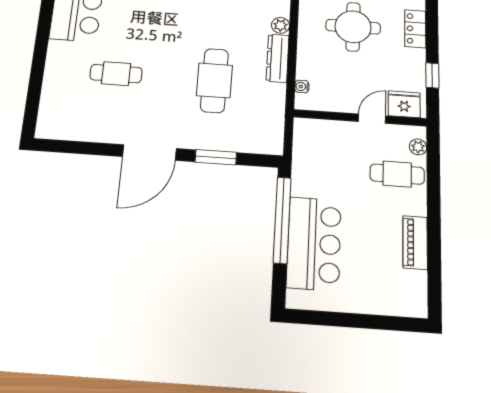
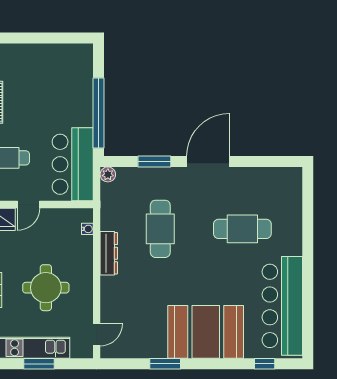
plant: (280, 25) -> (108, 174), moved
cafe table: (116, 74) -> (242, 229), width x1.37, depth x1.35
bar counter: (314, 243) -> (73, 164), moved

